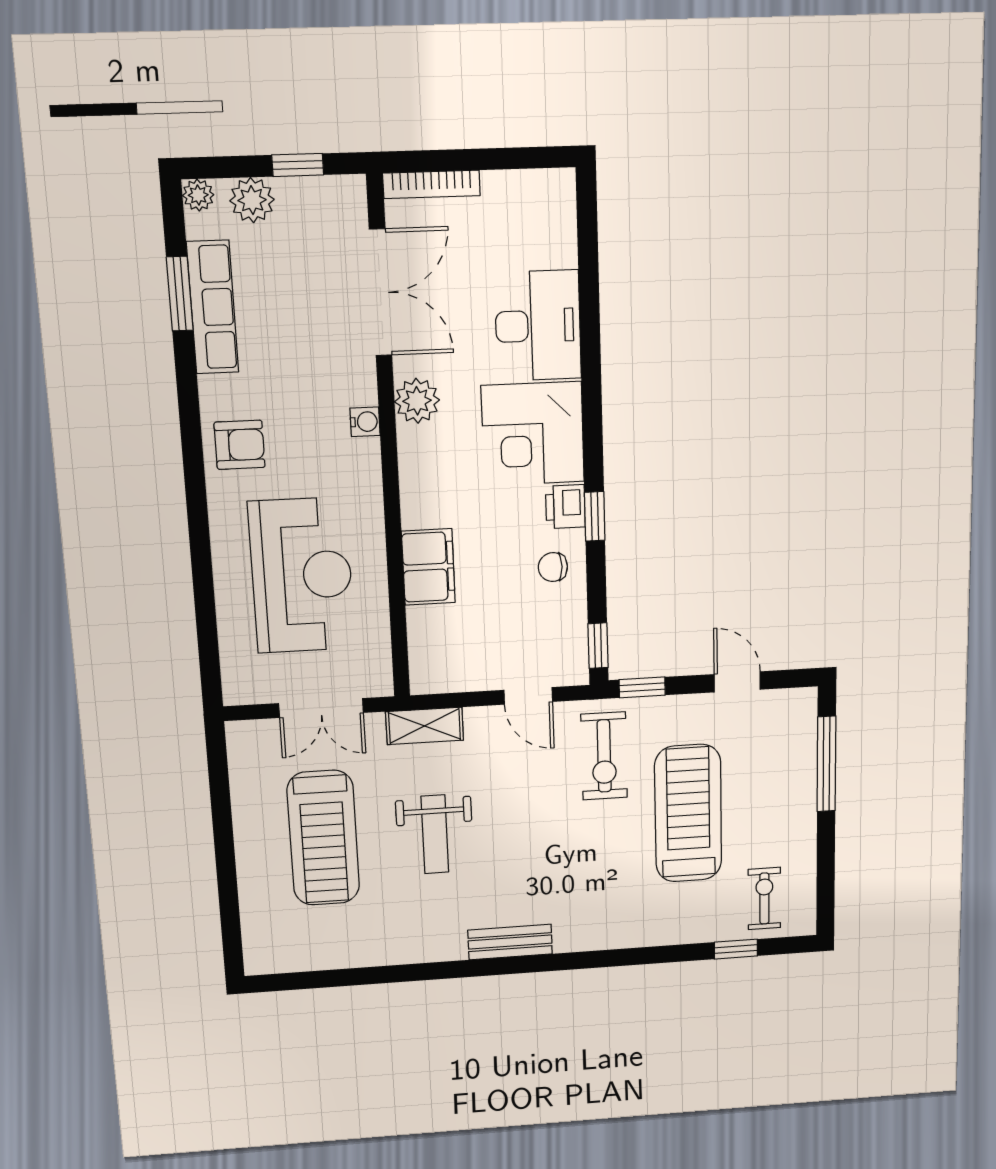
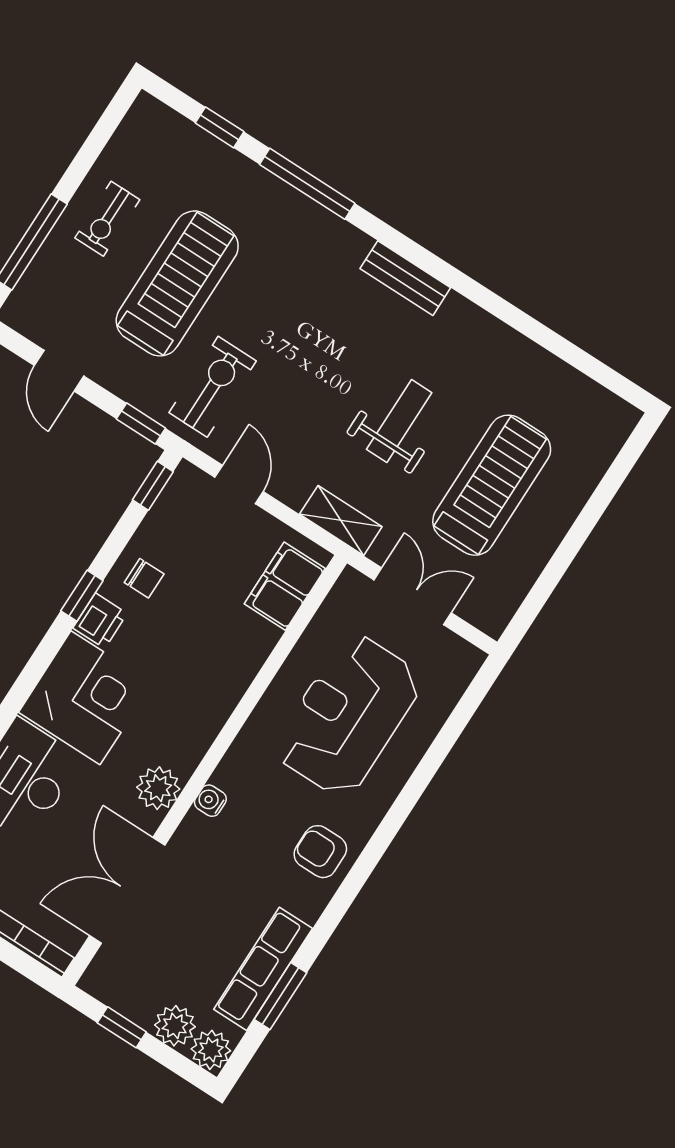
plant: (198, 195) -> (211, 1050), width x1.38, depth x1.38
filing cabinet: (428, 567) -> (285, 586), moved
treadmill: (688, 813) -> (177, 283), turned 180
exercise bike: (764, 898) -> (107, 219), moved
window: (638, 956) -> (307, 184), added

